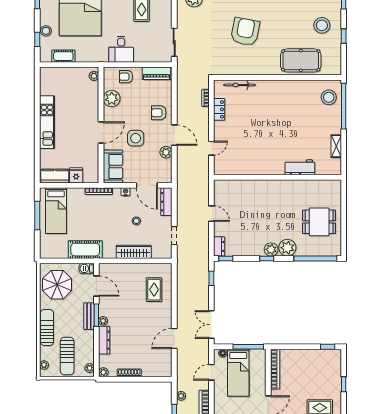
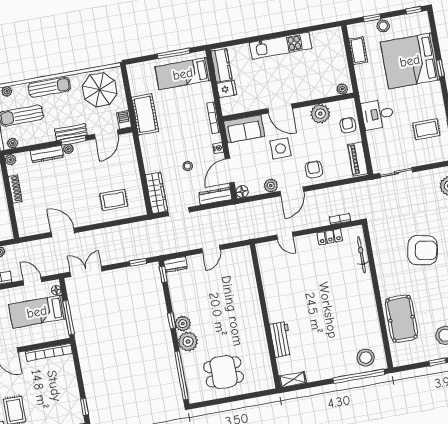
shelving: (336, 146) -> (293, 380), moved
floor lamp: (167, 178) -> (242, 192), added
dining table: (319, 222) -> (224, 372), turned 90
wardrobe: (134, 252) -> (156, 193), moved

